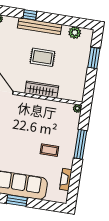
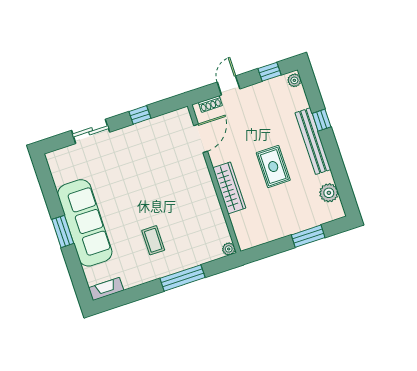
fireplace: (66, 180) -> (106, 289), moved

